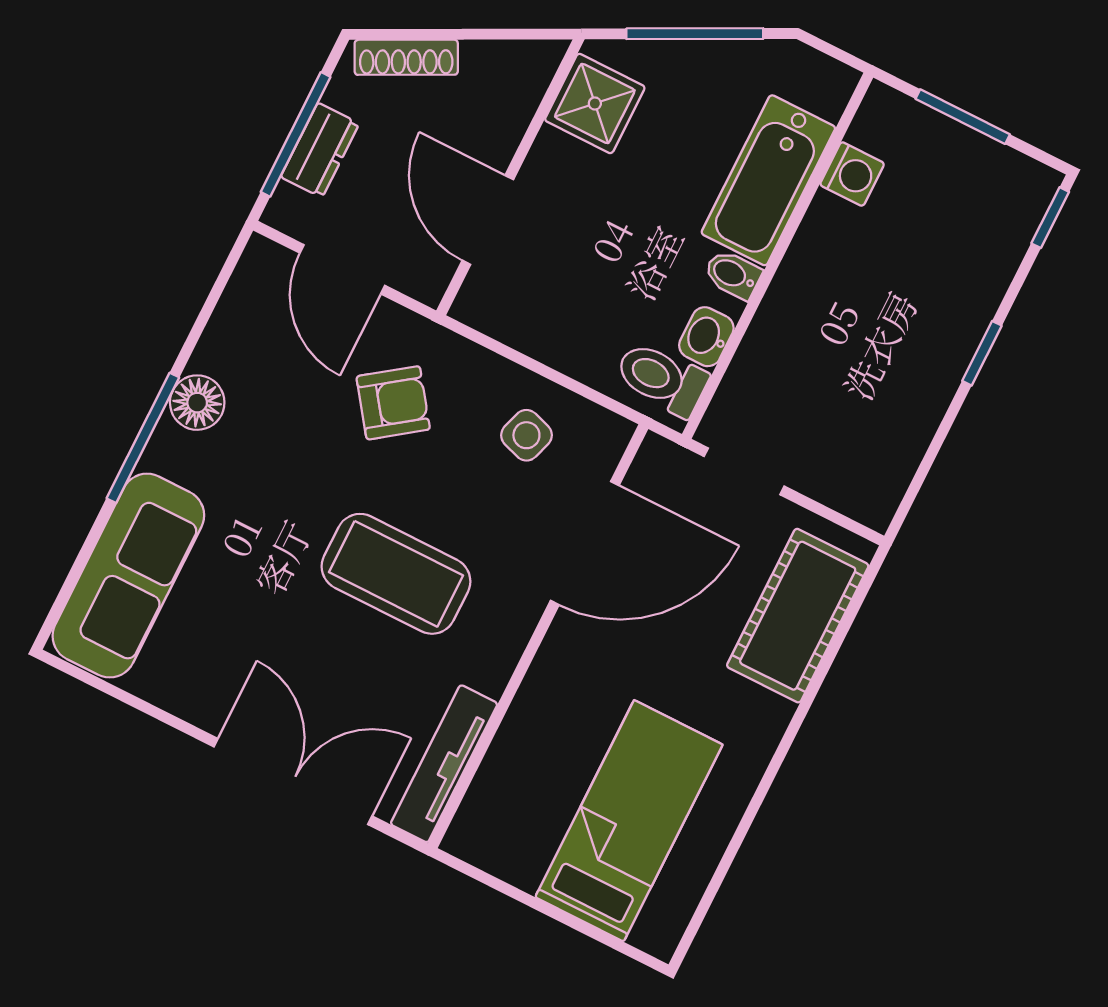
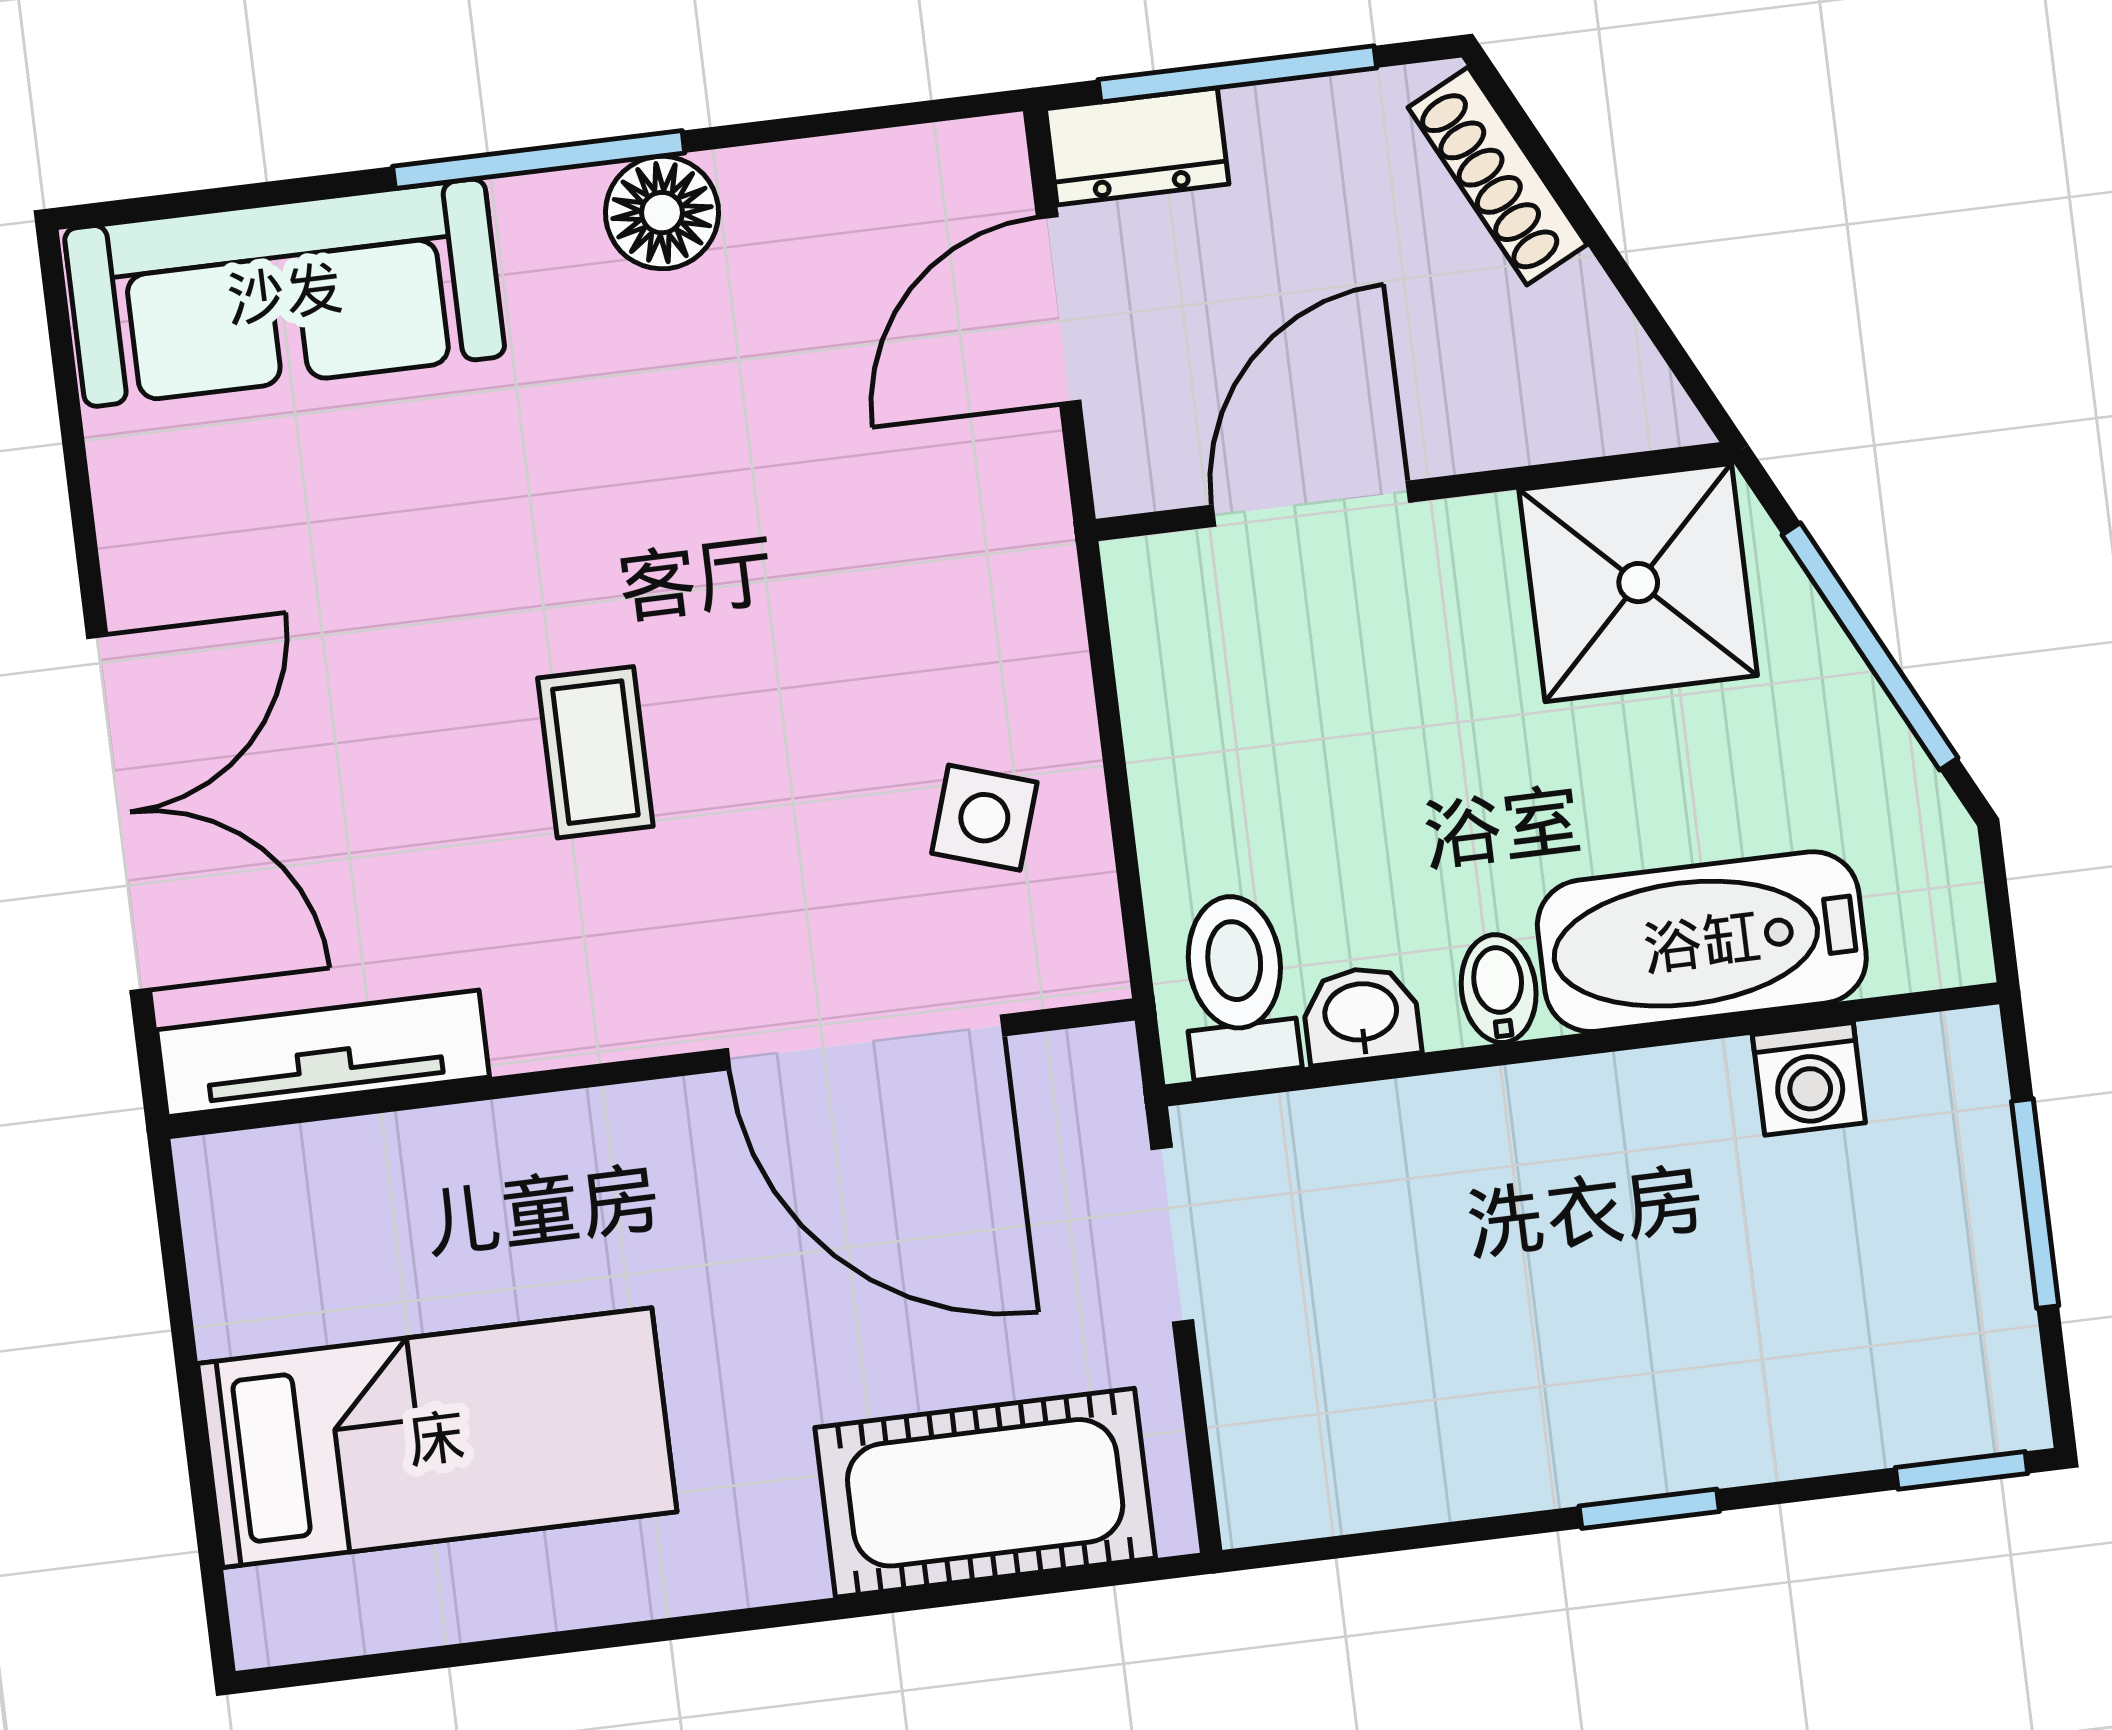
shower: (595, 104) -> (1638, 583), width x1.36, depth x1.36
dresser: (320, 150) -> (1137, 146), moved
armchair: (393, 403) -> (887, 551), removed
coffee table: (396, 574) -> (595, 752), width x0.54, depth x0.58

